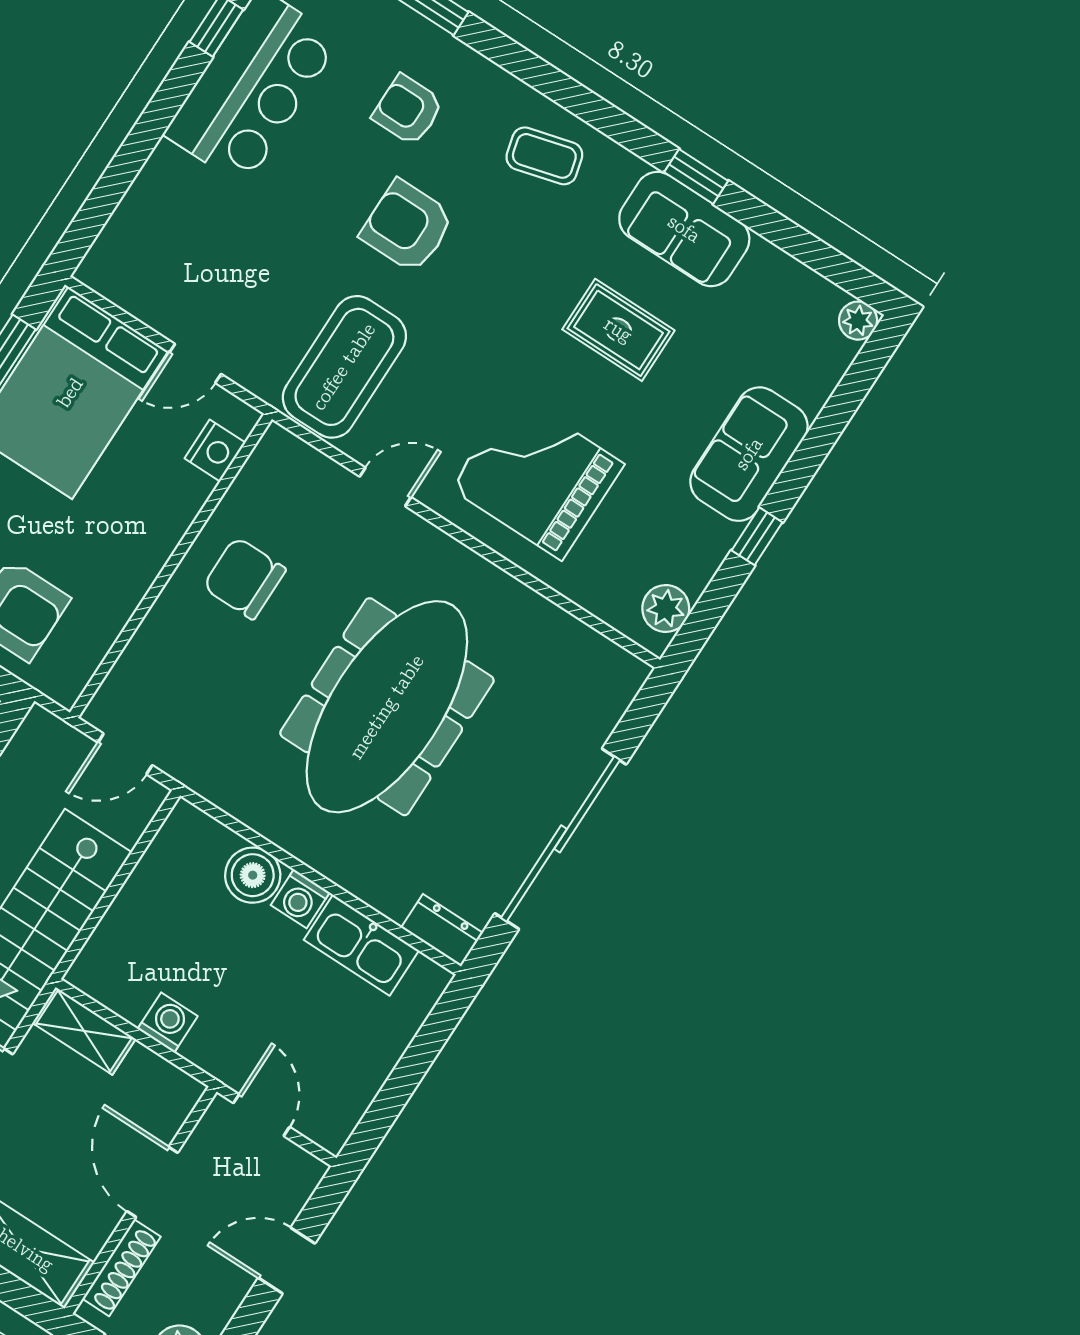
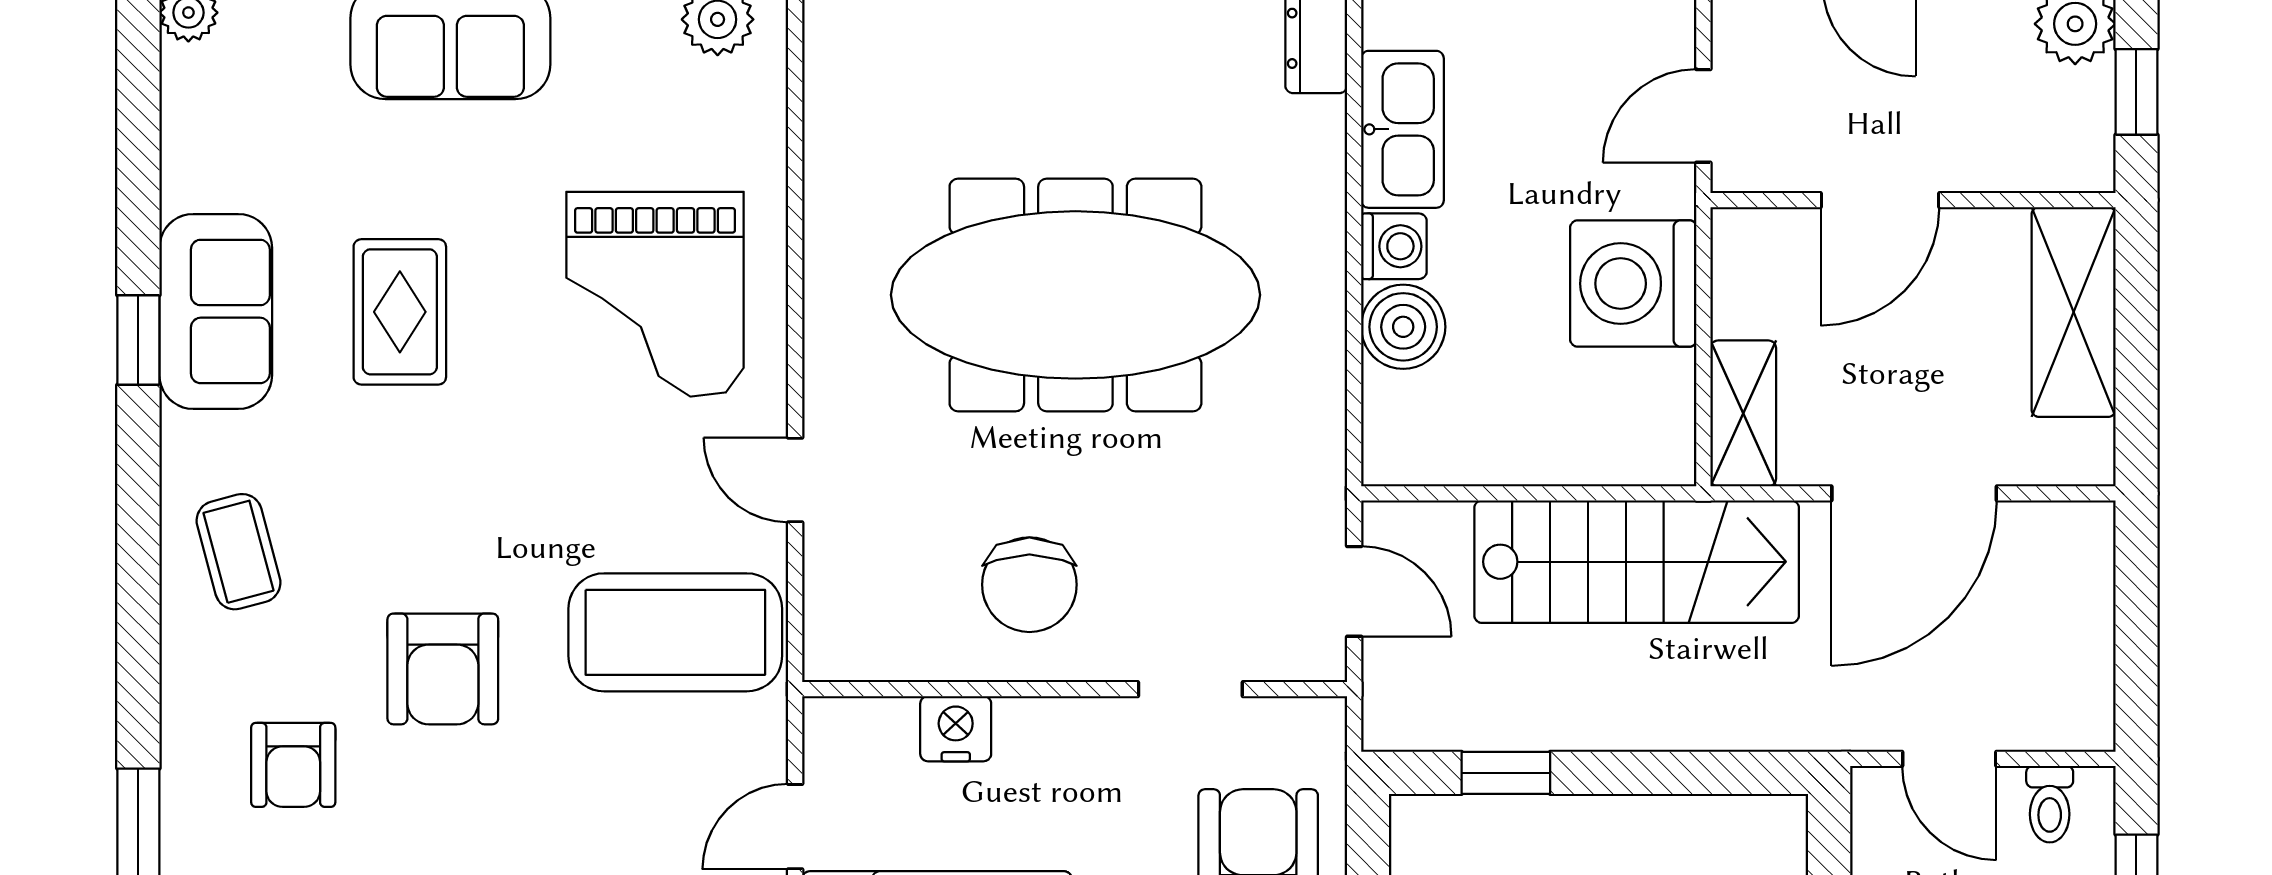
door: (195, 363) -> (795, 827), swing flipped
nightstand: (215, 450) -> (956, 729), moved
doorway: (130, 629) -> (1190, 689), added
washing machine: (168, 1023) -> (1633, 284), width x1.89, depth x1.89
shoe rack: (121, 1268) -> (2015, 168), removed

